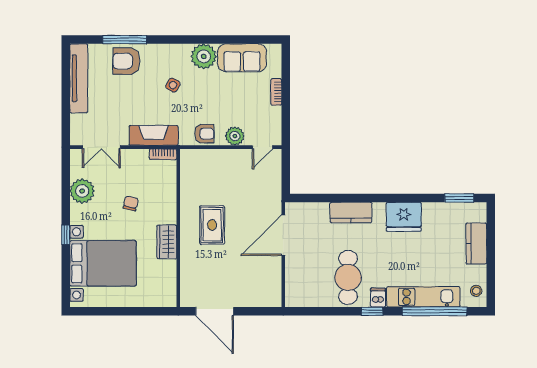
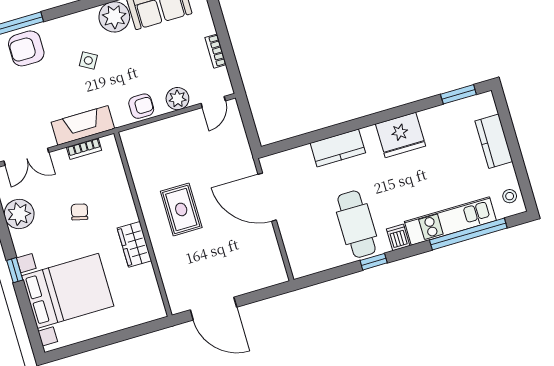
bookcase: (276, 92) -> (216, 51), moved
bookcase: (163, 154) -> (84, 149), moved
door: (283, 235) -> (267, 197), hinge flipped
window: (372, 311) -> (374, 262), moved

